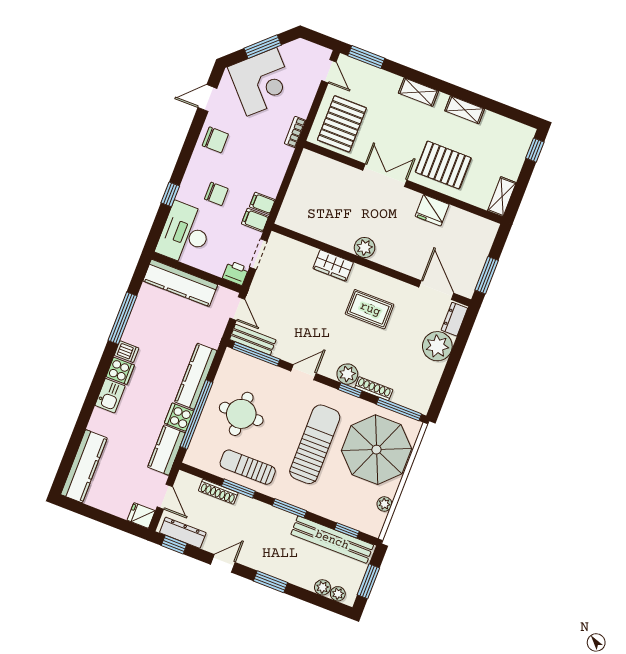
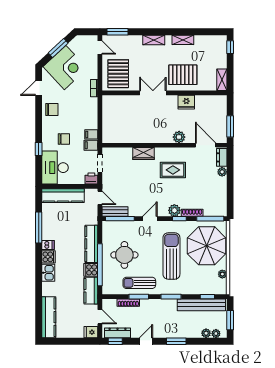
plant: (365, 247) -> (179, 137), moved
plant: (437, 346) -> (222, 172), width x0.53, depth x0.53

